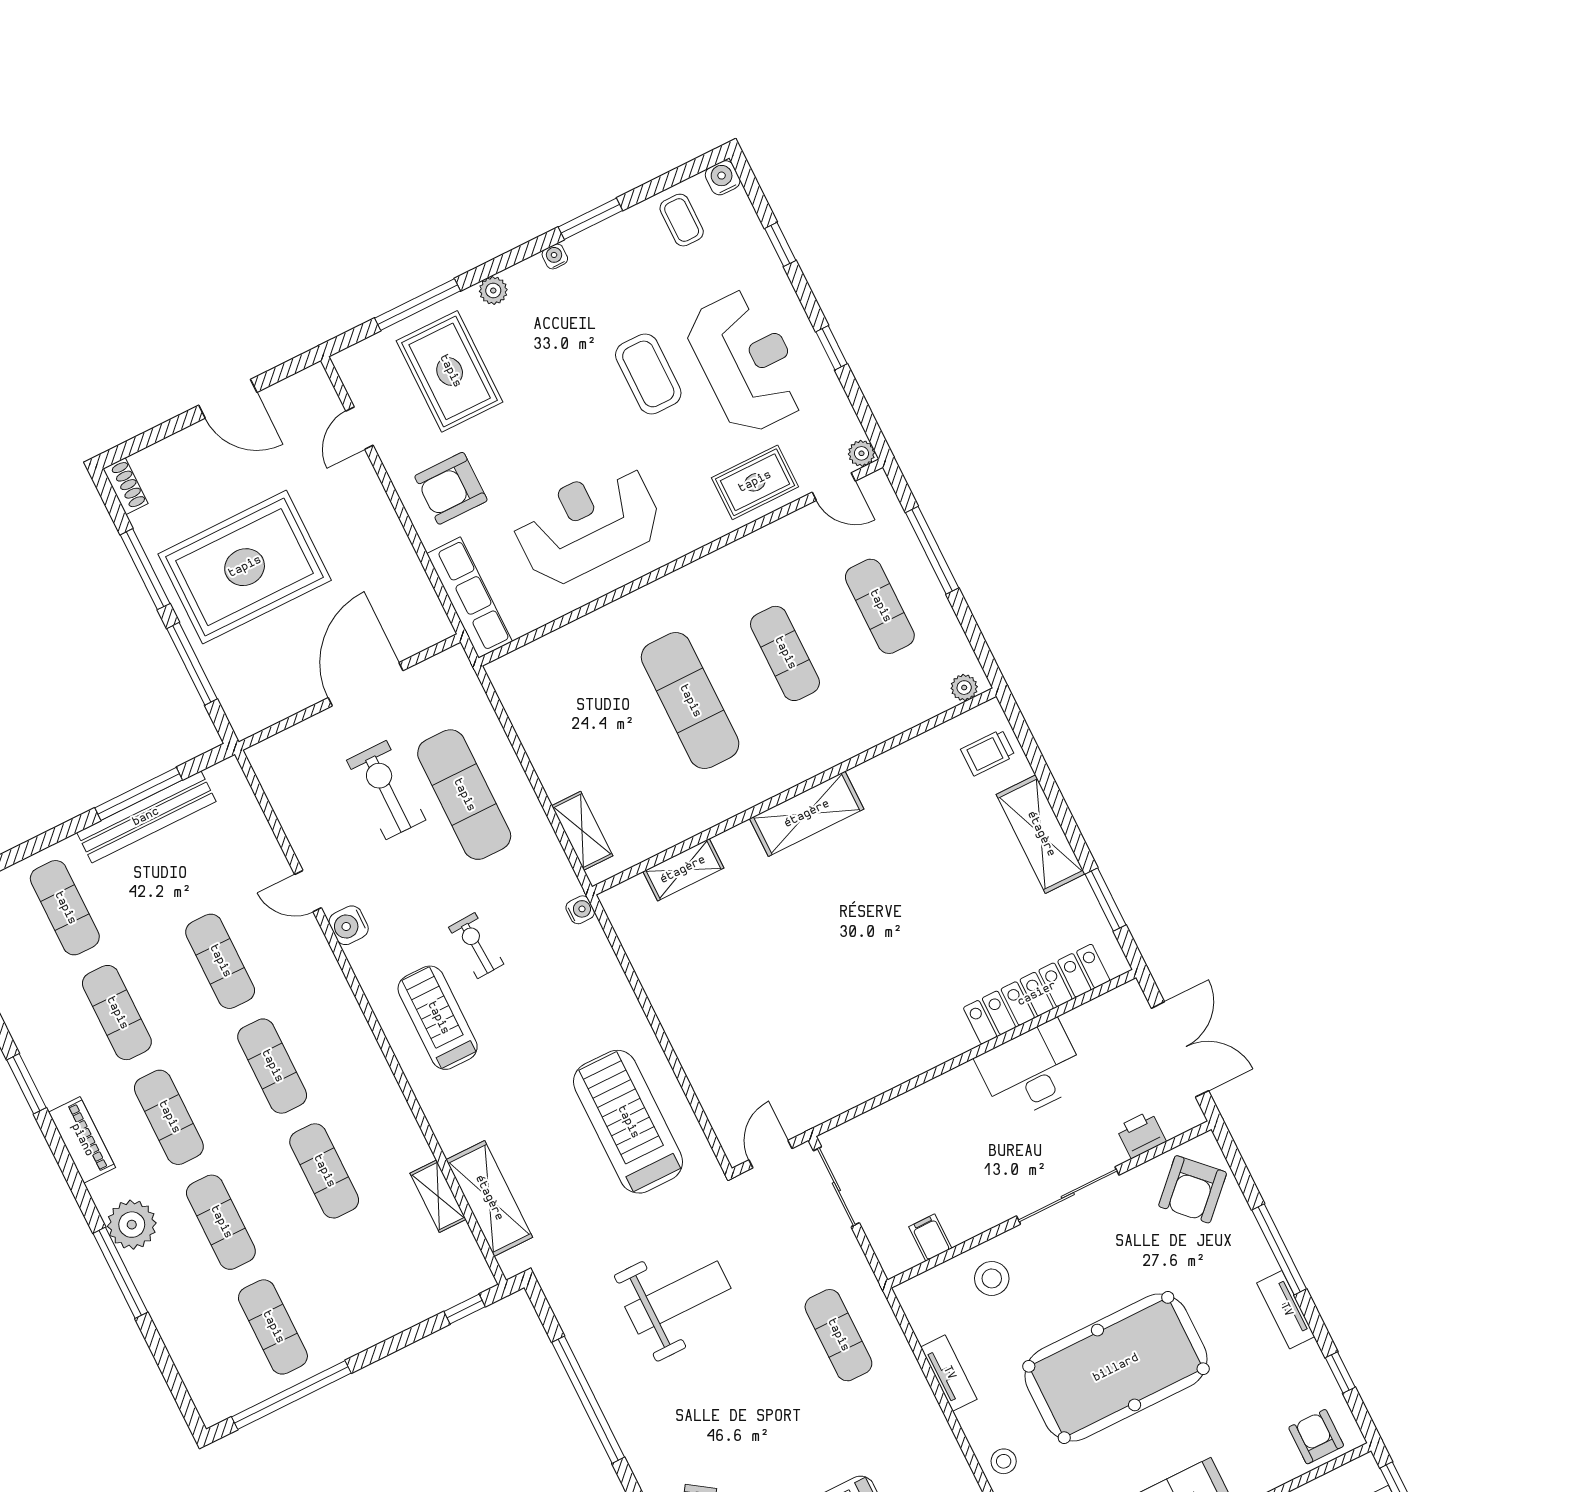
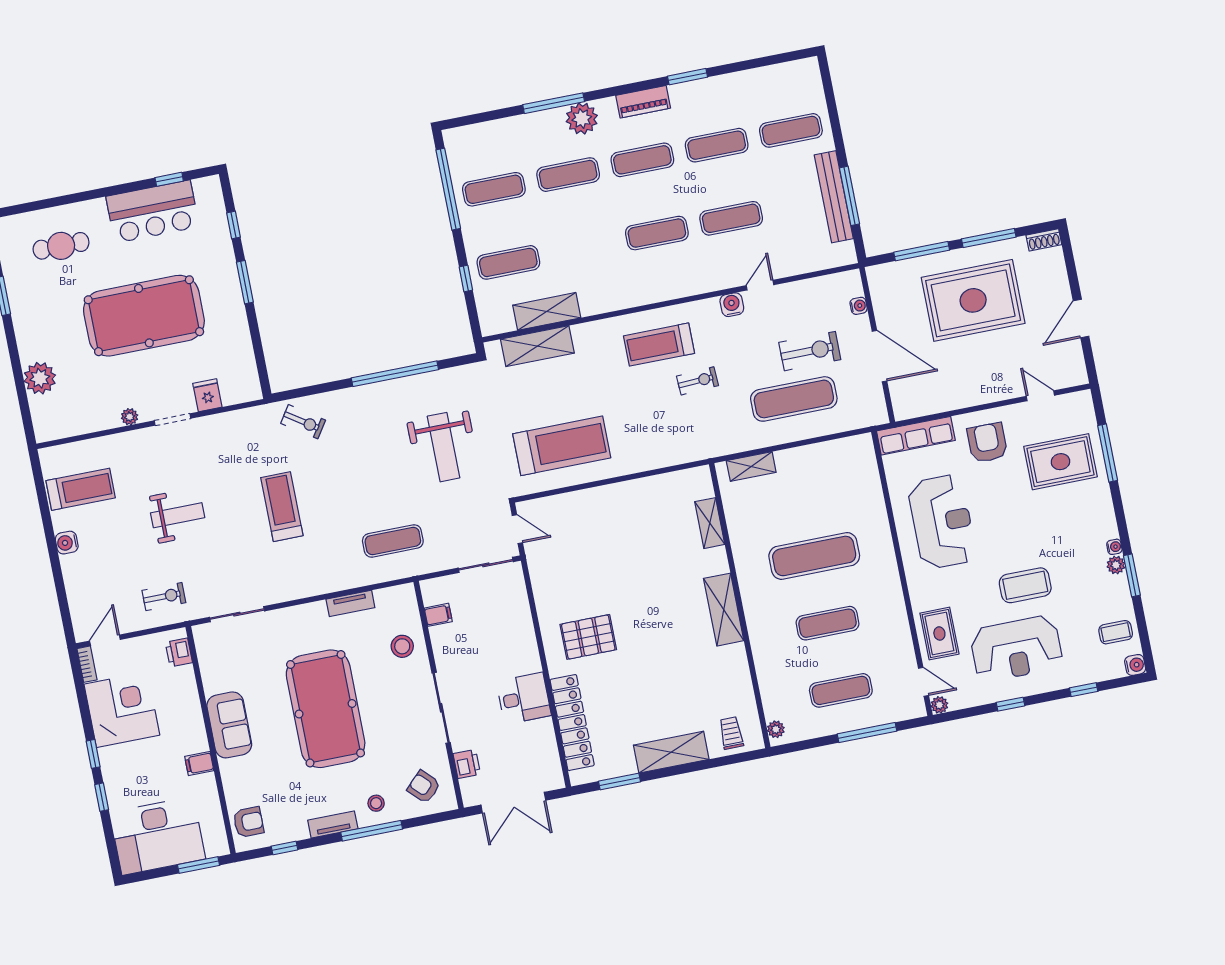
plant: (493, 291) -> (1116, 565), moved
door: (834, 487) -> (923, 682), swing flipped
rug: (245, 567) -> (973, 300), turned 90
water cooler: (580, 910) -> (859, 306), moved, turned -90
pallet: (902, 1005) -> (588, 637), added
treadmill: (438, 1018) -> (659, 345), turned 180
desk: (1032, 1070) -> (524, 698), width x0.73
exercise mat: (324, 1171) -> (508, 262), moved
armchair: (1193, 1189) -> (424, 787), width x0.72, depth x0.72
shelving: (438, 1196) -> (547, 311), width x1.50, depth x1.33
window: (465, 1309) -> (466, 278), moved
stool: (1004, 1461) -> (376, 803), moved

